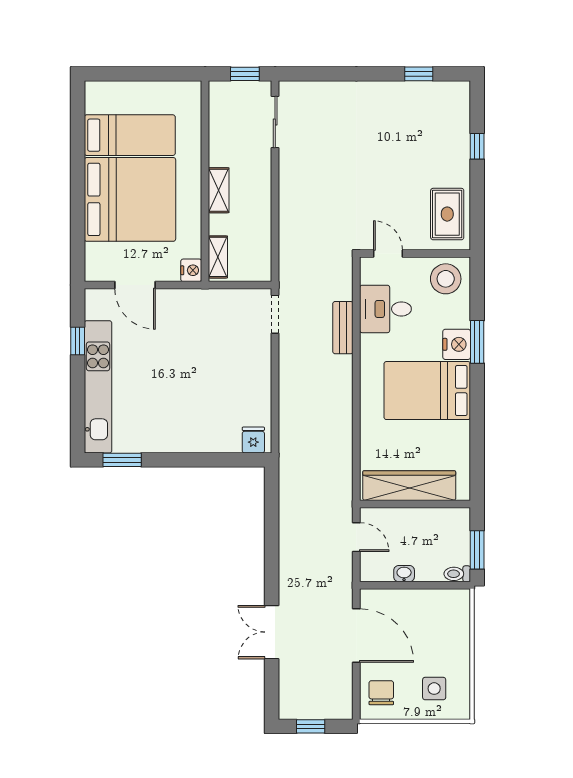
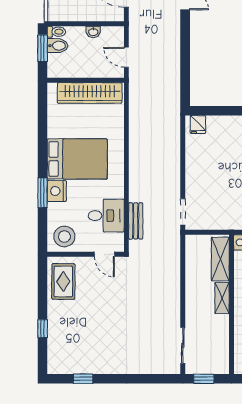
shelving: (218, 257) -> (220, 259), width x1.50, depth x1.33
bench: (343, 328) -> (136, 221), moved
bidet: (456, 554) -> (57, 46), added

